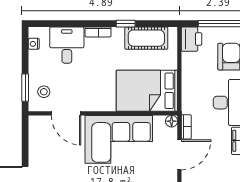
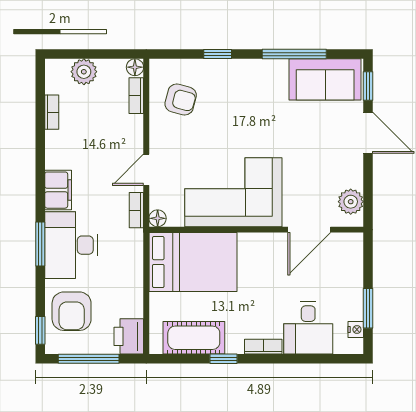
window: (25, 88) -> (368, 308), moved
stool: (44, 92) -> (341, 261), removed
door: (66, 113) -> (309, 230), swing flipped
plant: (37, 133) -> (351, 202), added
door: (179, 155) -> (146, 170), width x0.73

